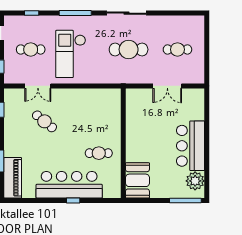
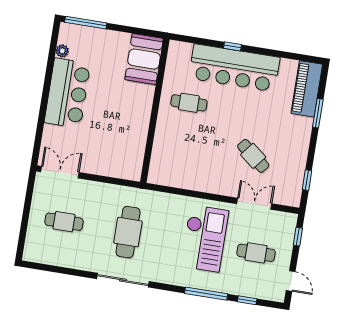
window: (75, 13) -> (206, 294), moved
cafe table: (129, 49) -> (128, 232), turned 90
double door: (167, 86) -> (60, 172), moved
plant: (195, 181) -> (62, 51), width x0.53, depth x0.53

